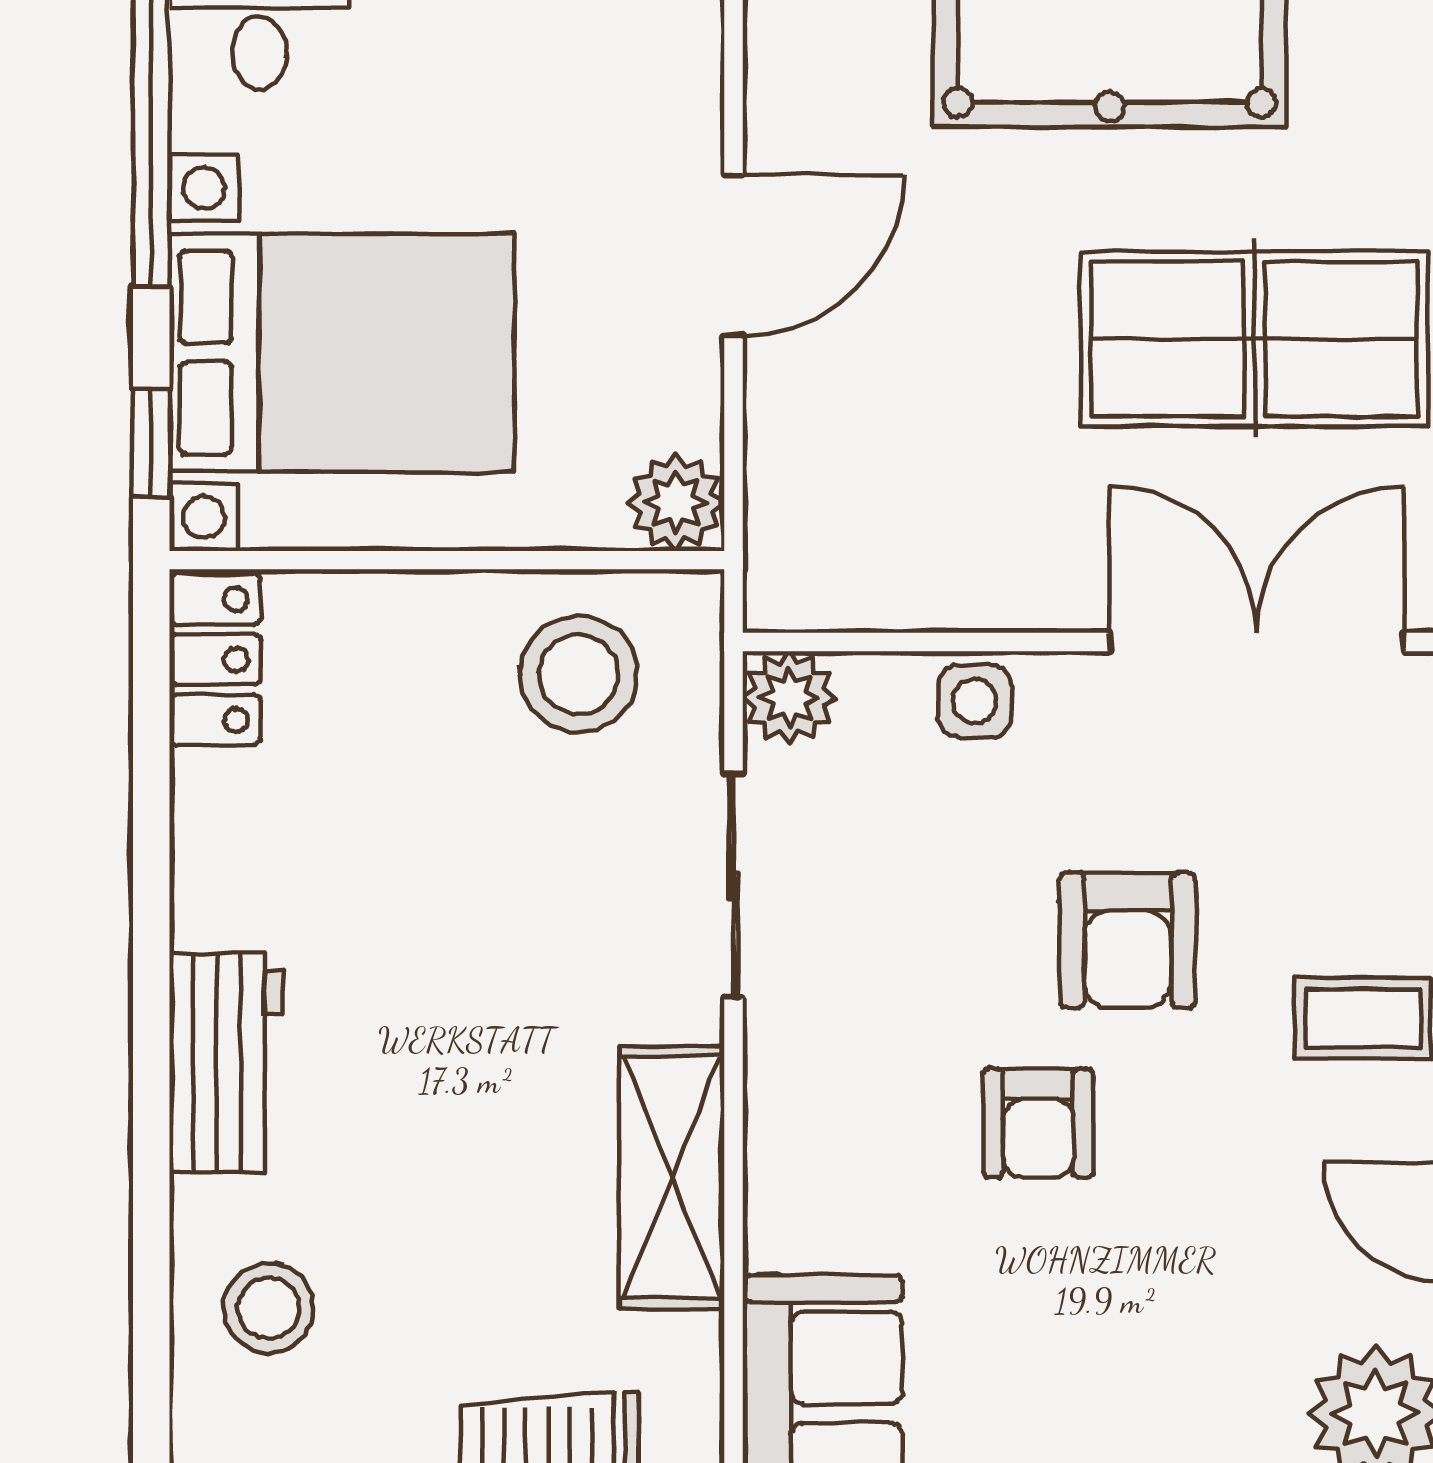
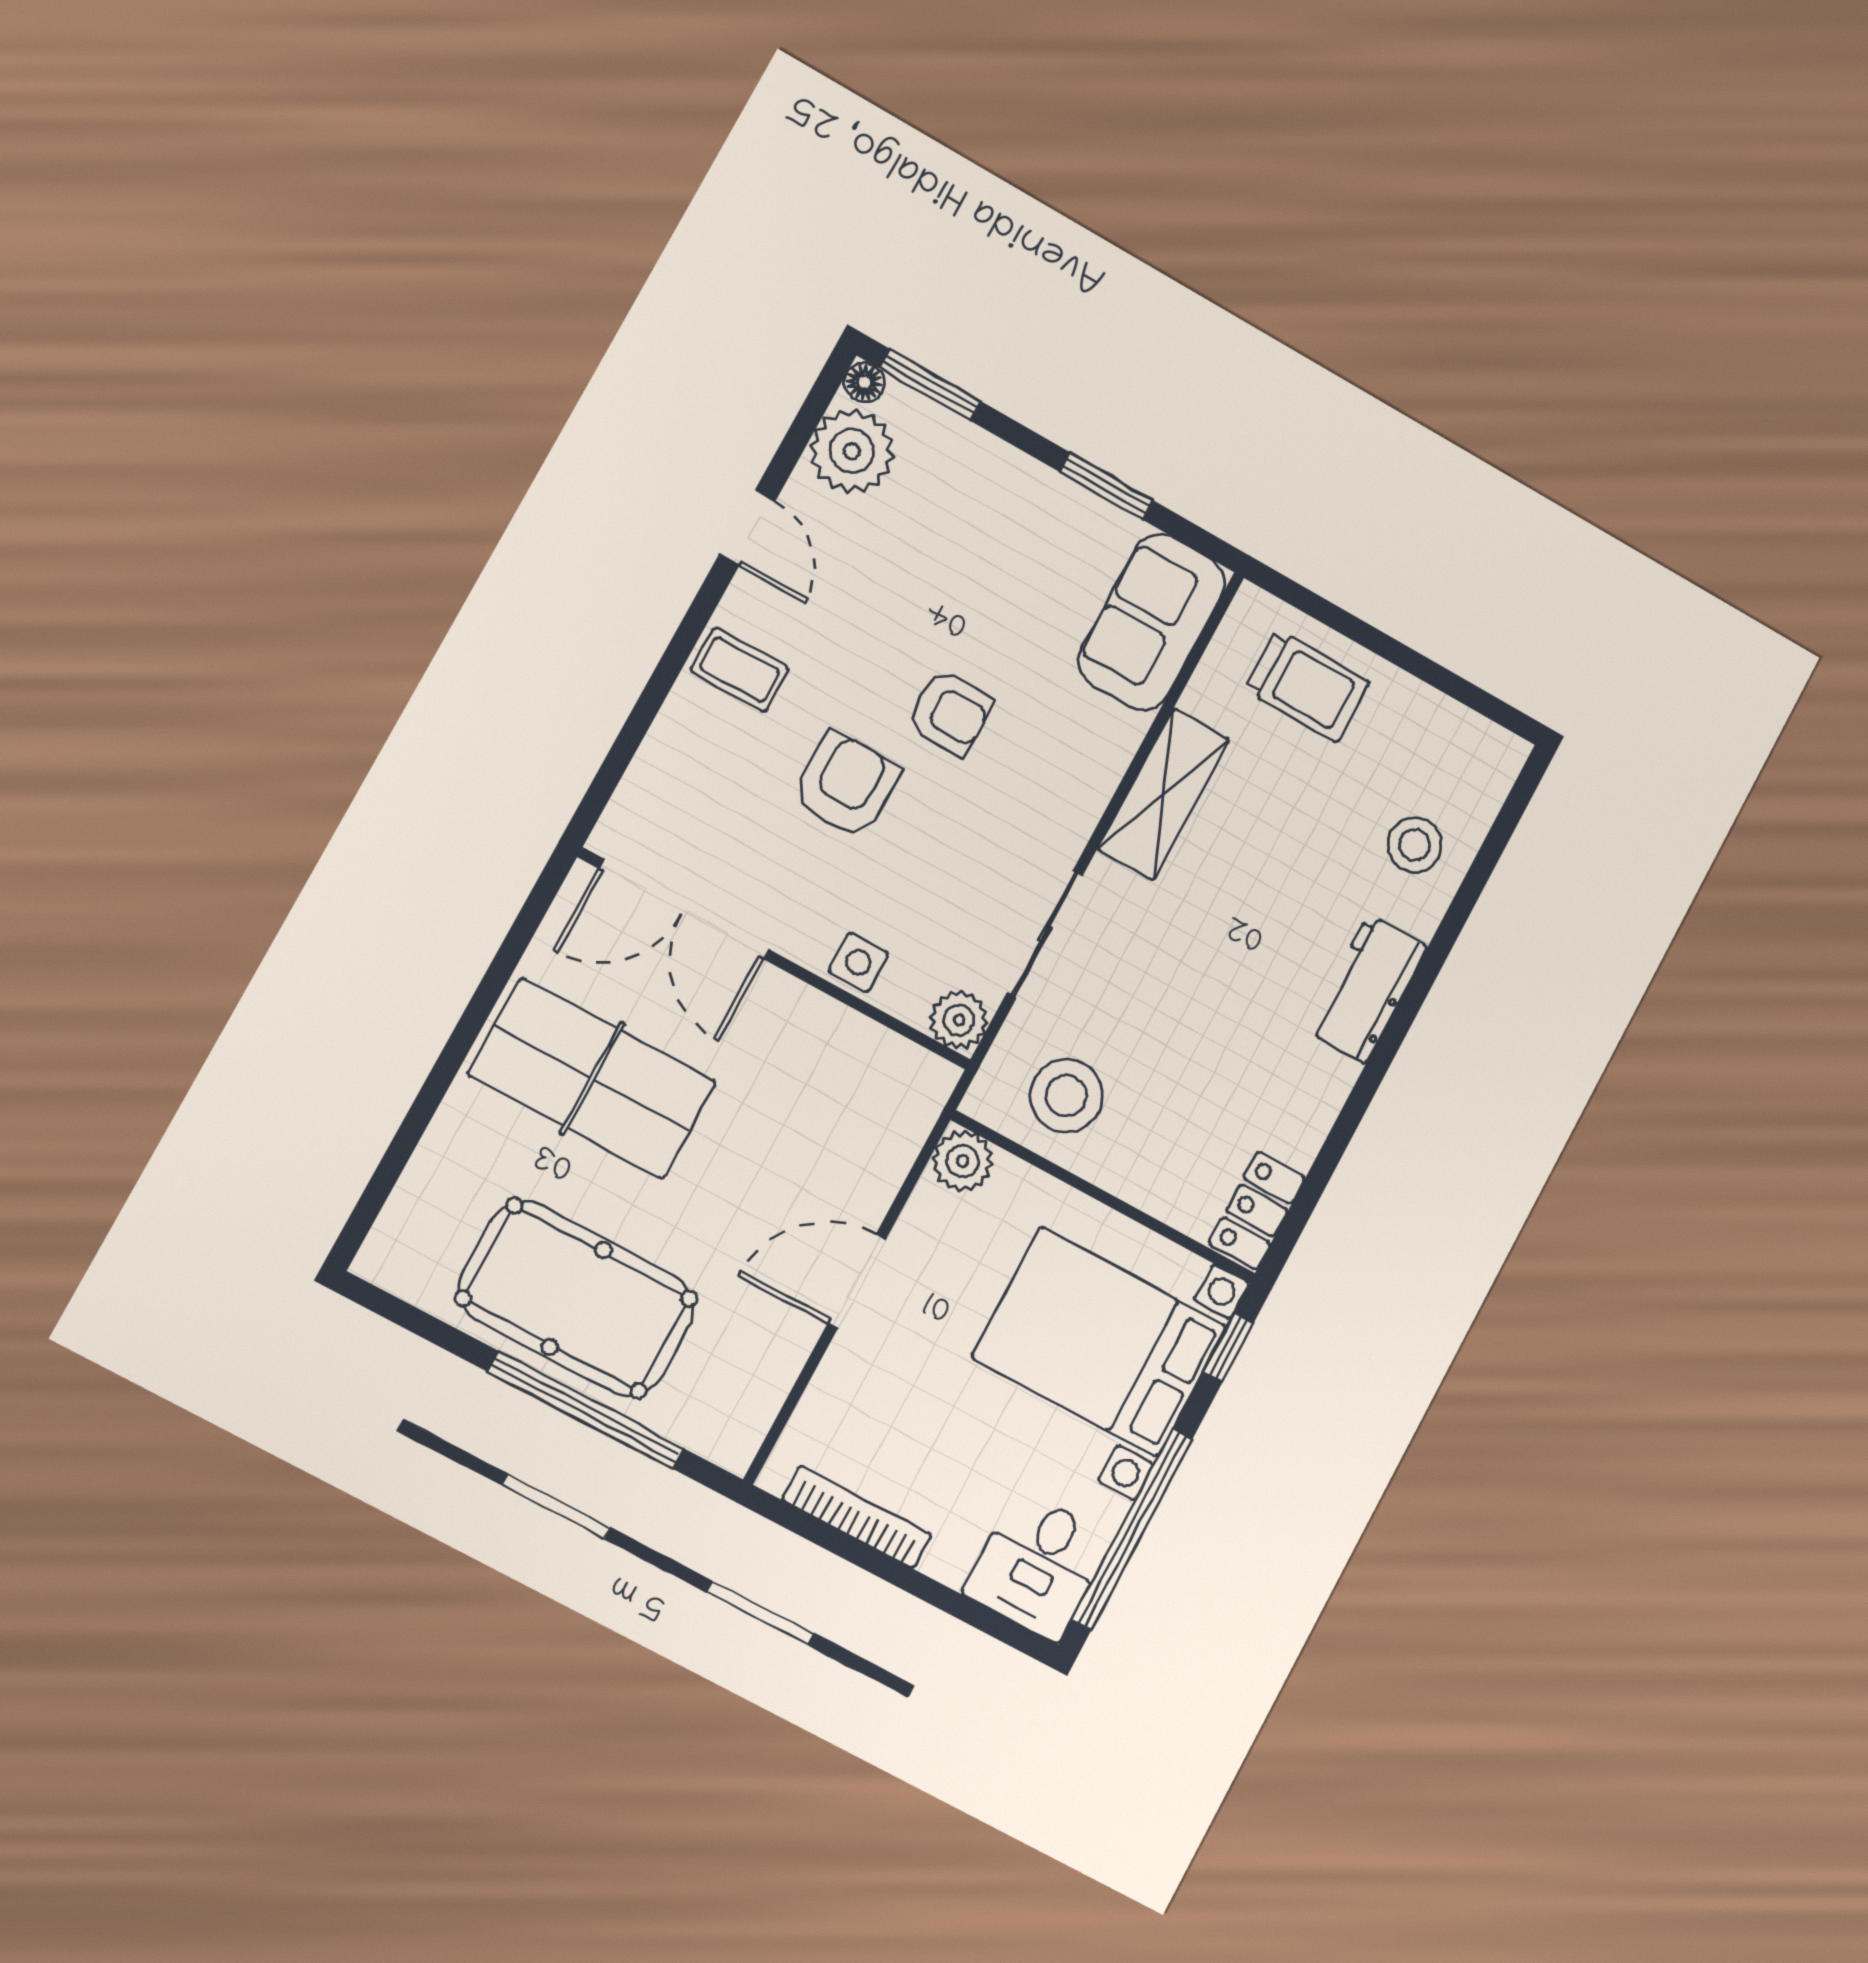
armchair: (1038, 1123) -> (950, 713), turned 90

